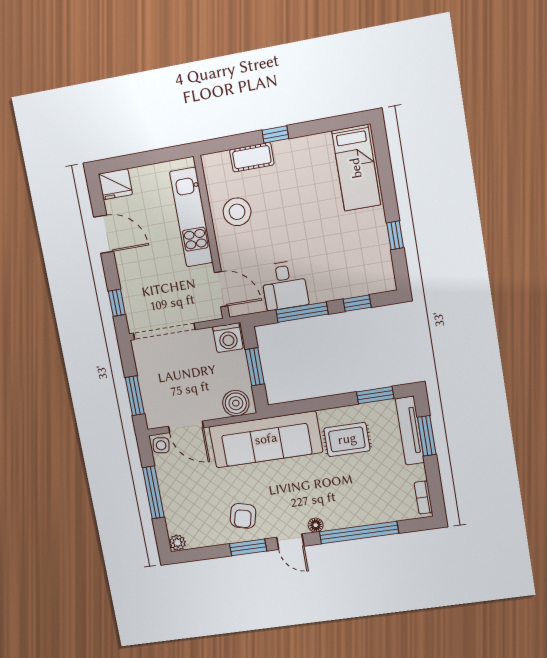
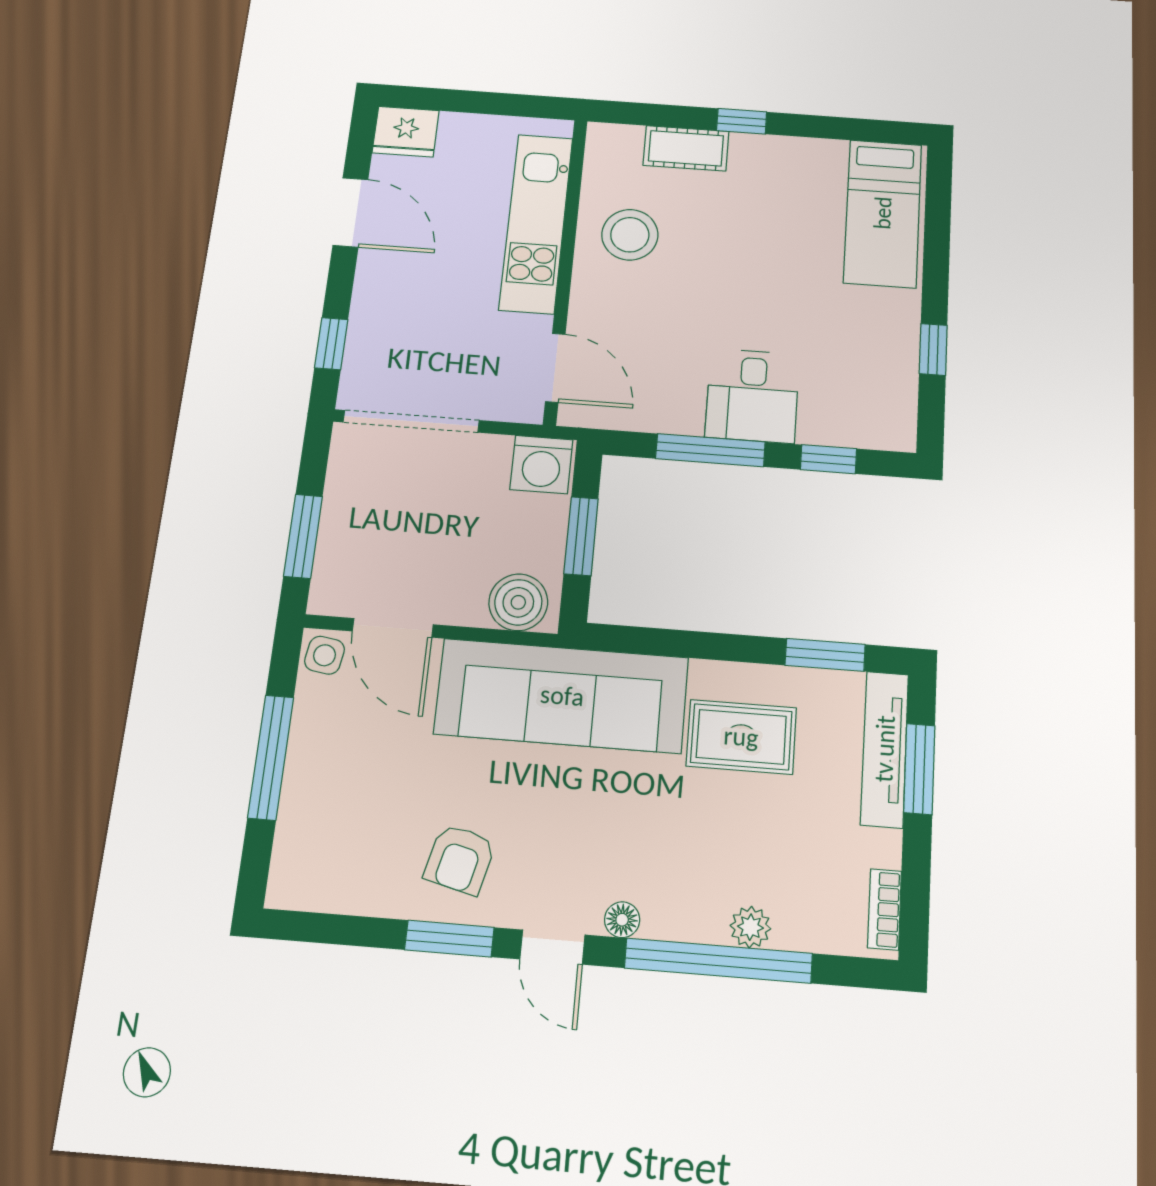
desk: (284, 285) -> (752, 396), moved
plant: (177, 543) -> (750, 927), moved

